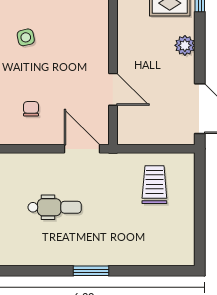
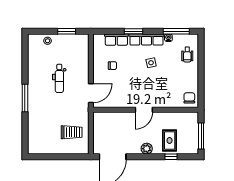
door: (113, 89) -> (144, 110), moved
window: (91, 271) -> (25, 98), width x1.44

